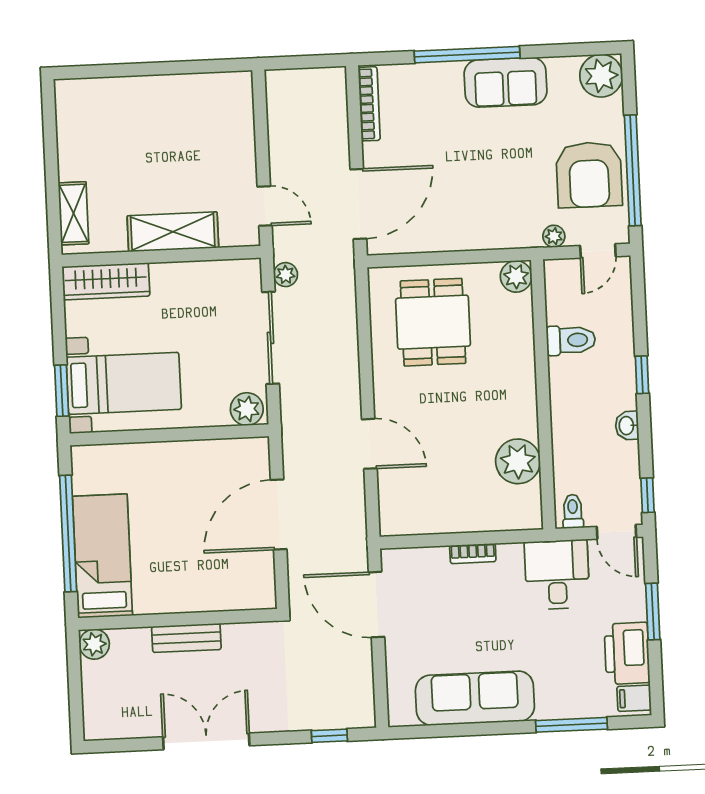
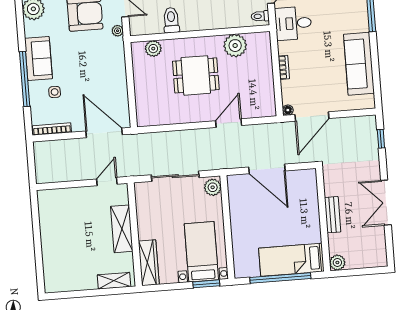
side table: (440, 111) -> (55, 92), added
plant: (286, 275) -> (142, 169), removed
plant: (516, 276) -> (153, 49), moved
dining table: (433, 322) -> (196, 75), moved
floor lamp: (390, 559) -> (288, 110), added

